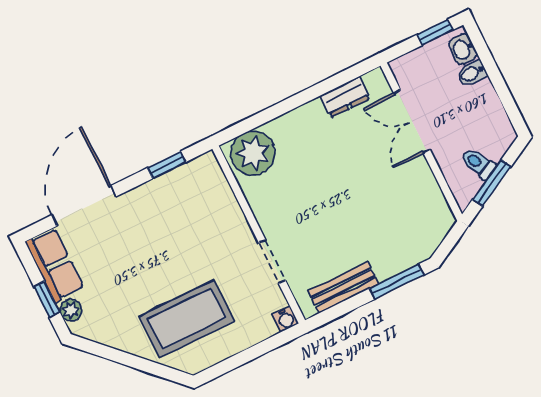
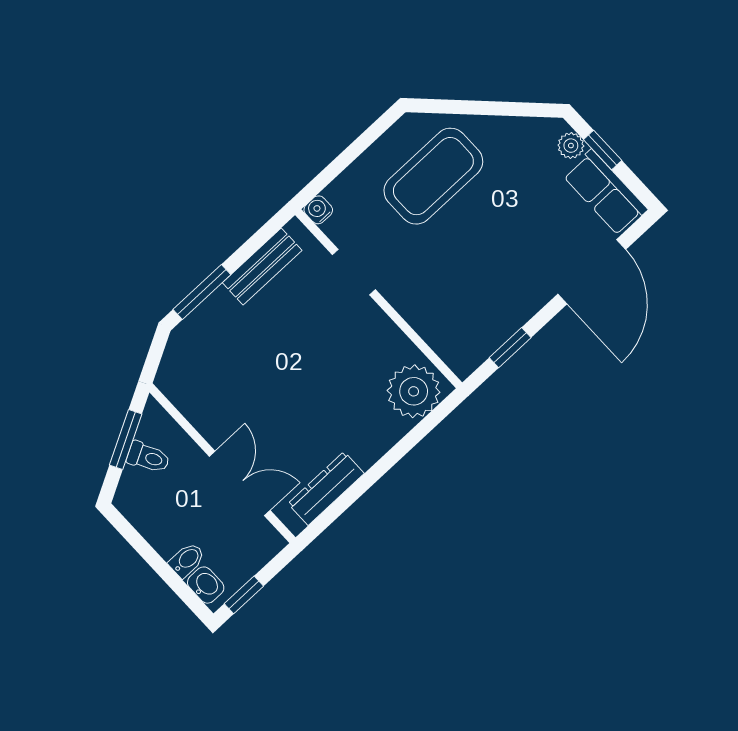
dresser: (345, 97) -> (326, 488), width x1.44

